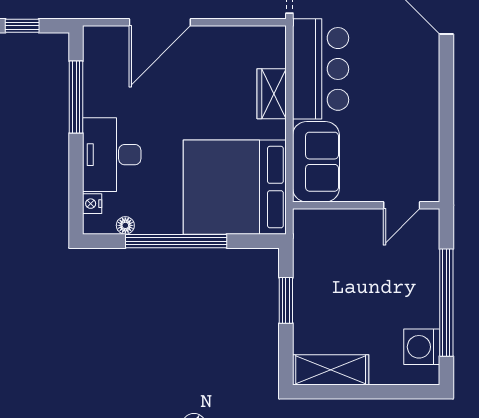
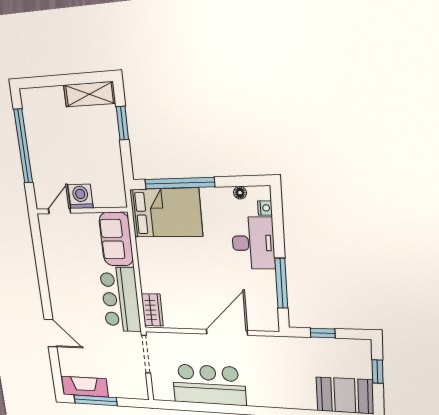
wardrobe: (272, 94) -> (152, 310), moved
bed: (235, 187) -> (166, 213), width x0.73
window: (176, 241) -> (180, 183), moved
window: (286, 300) -> (122, 123), moved
washing machine: (422, 347) -> (80, 196), moved, turned -90

